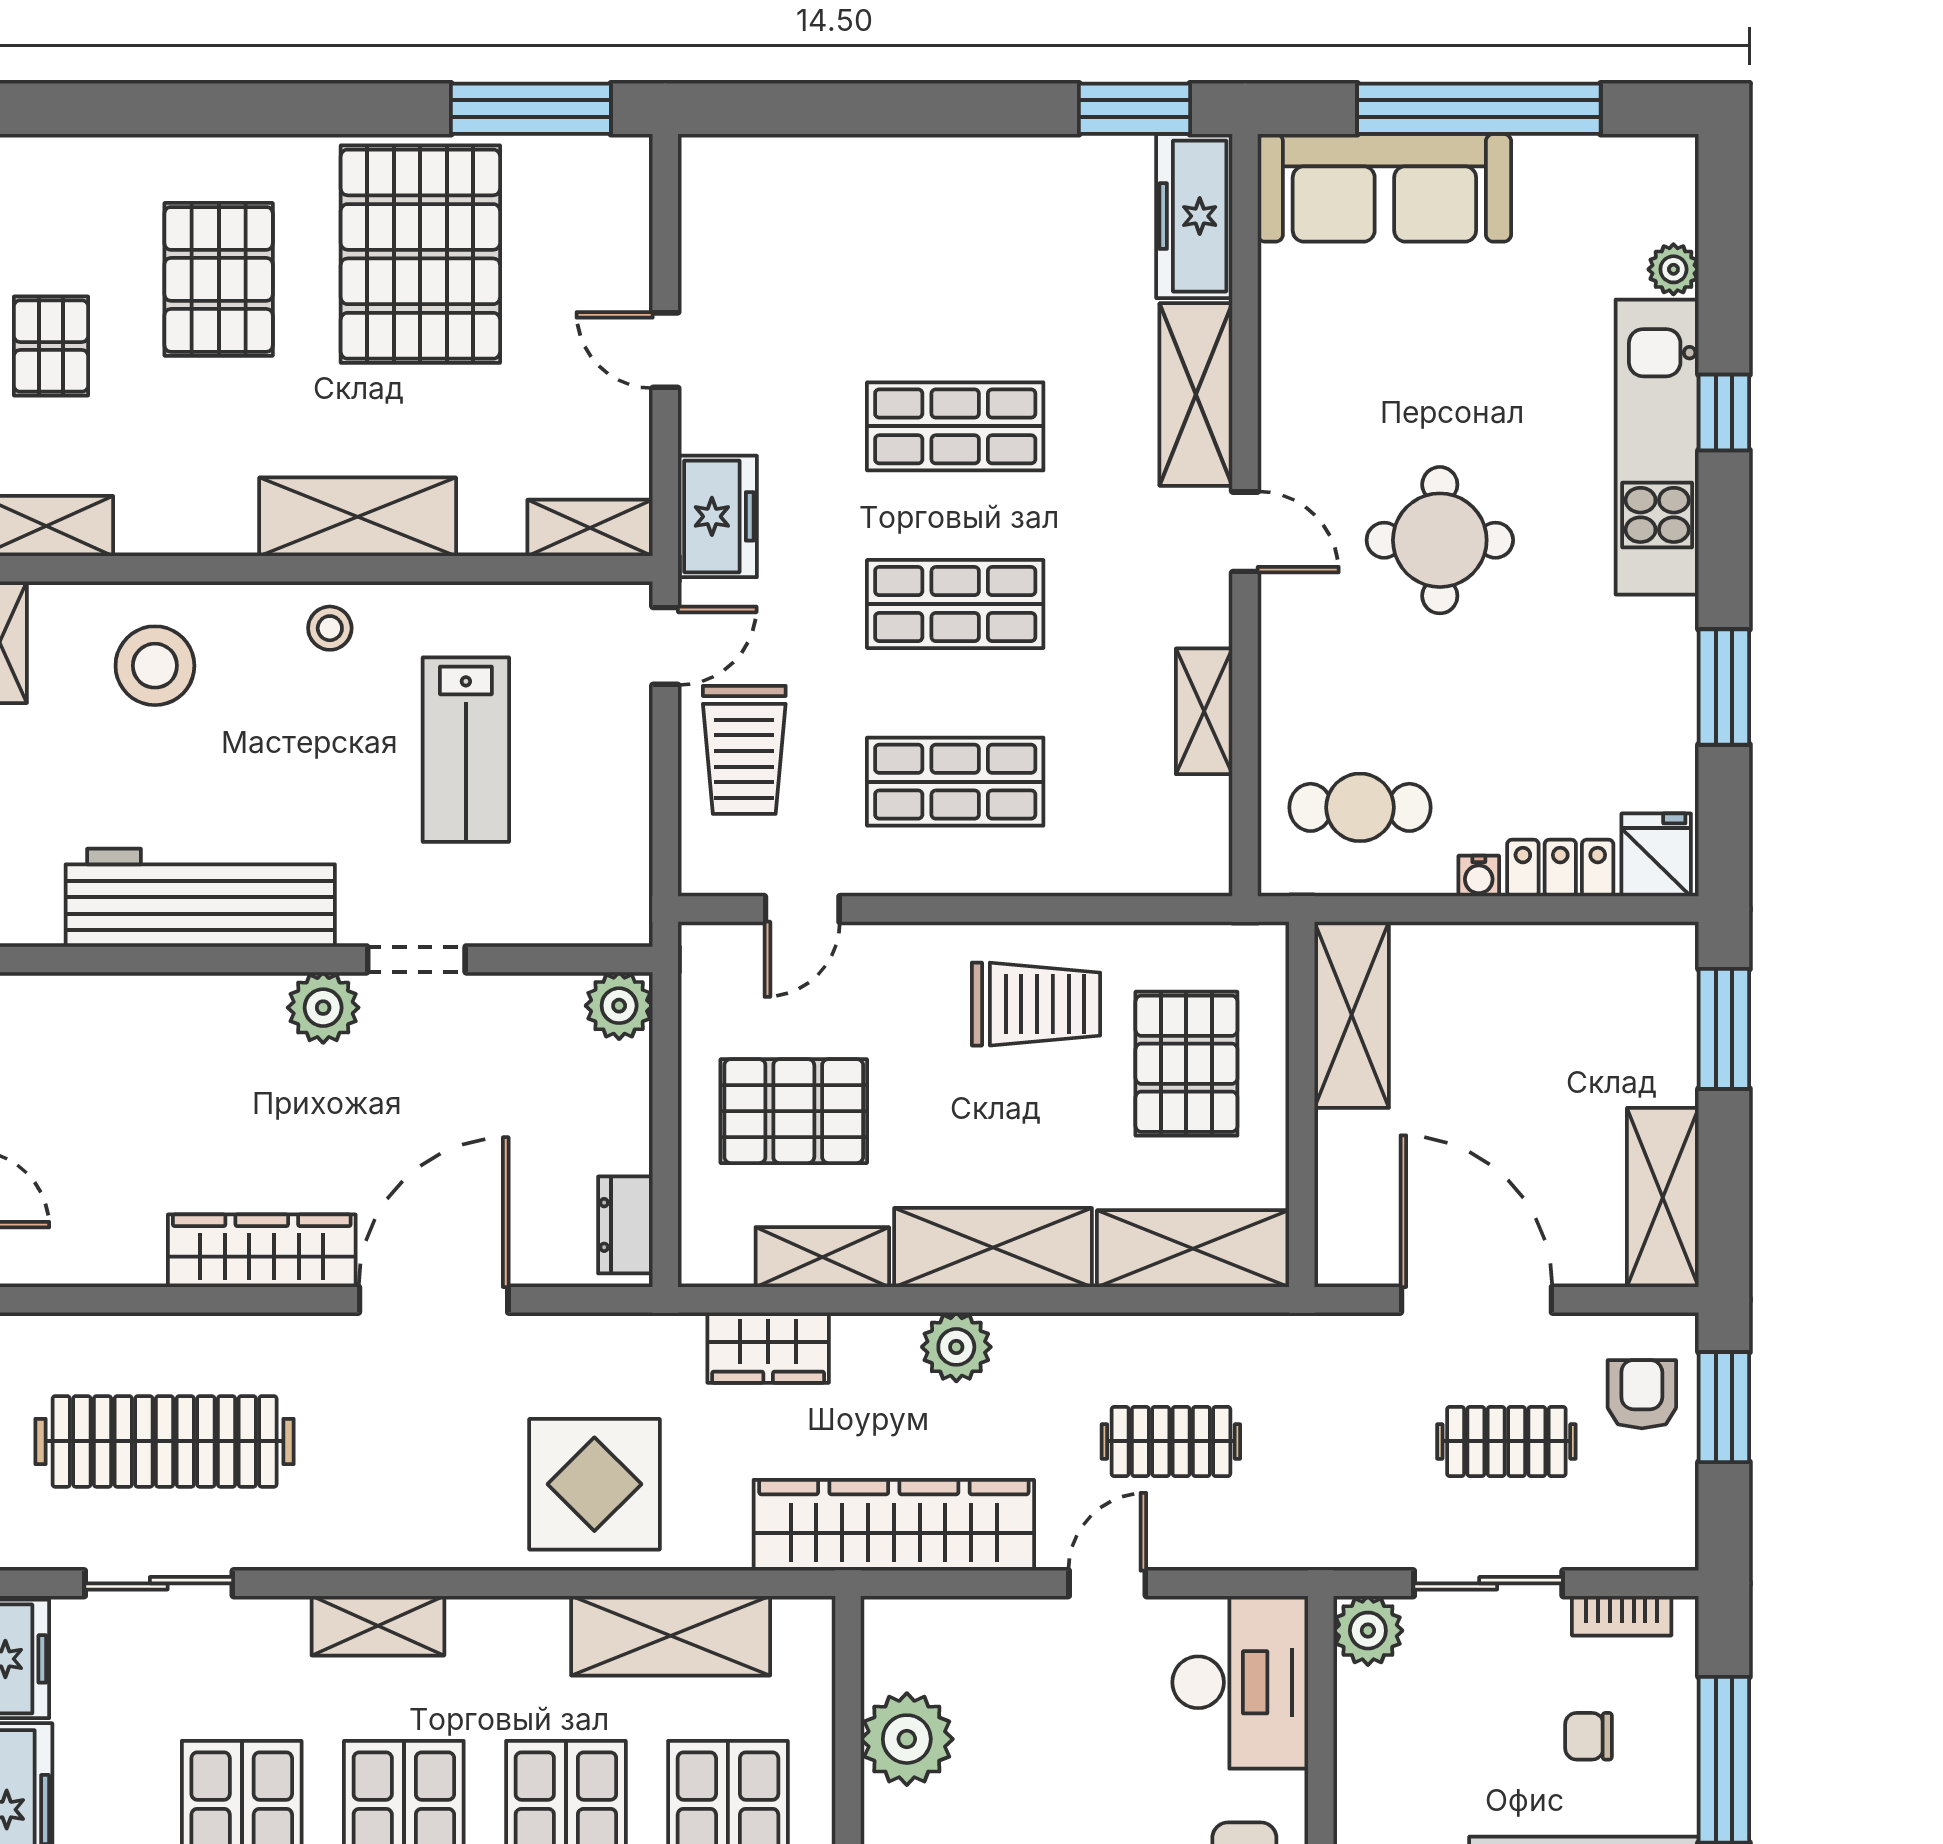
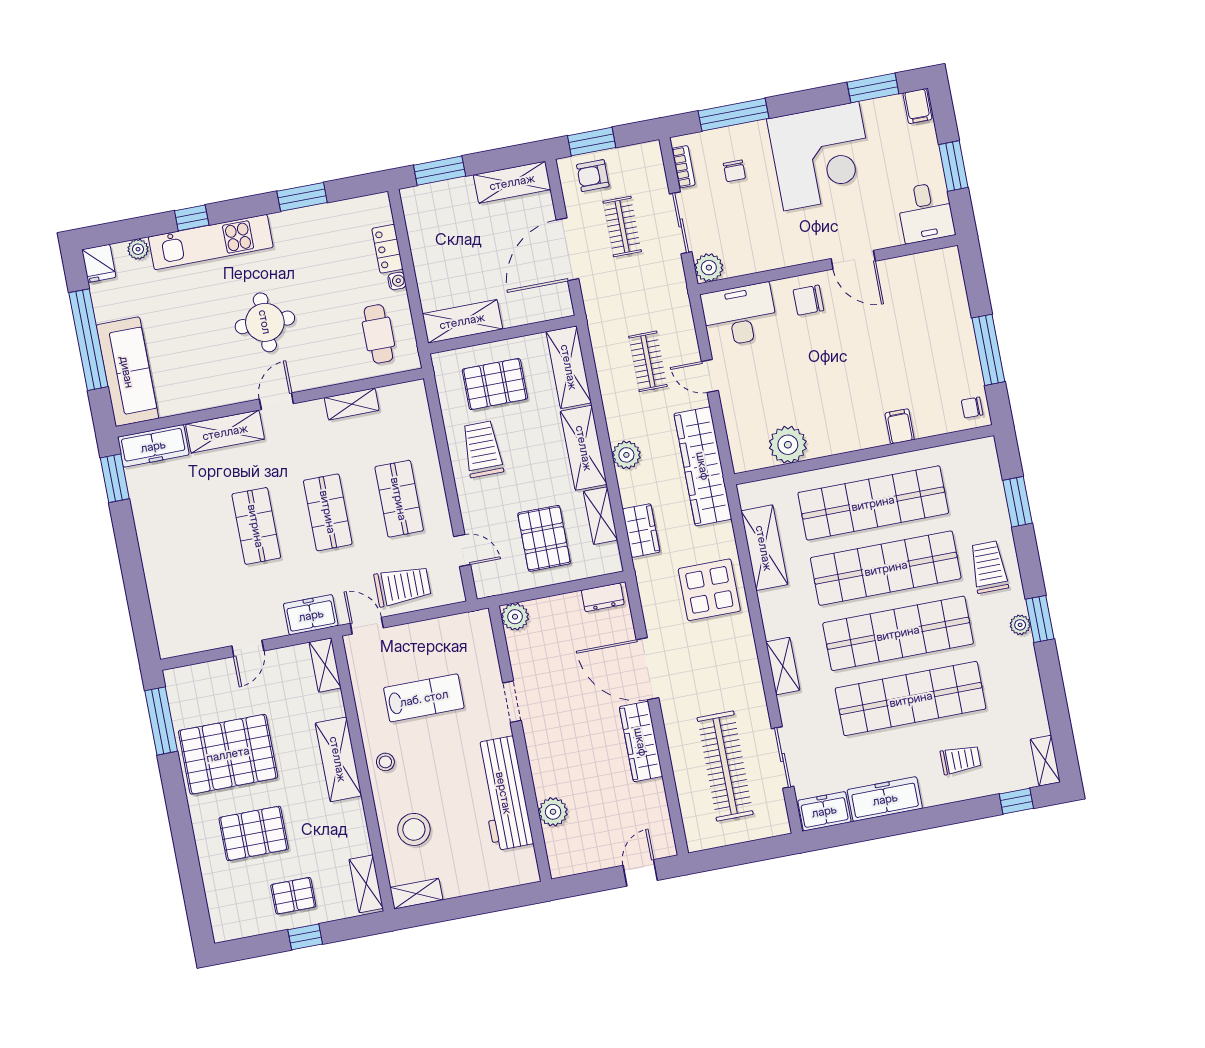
fridge: (1656, 855) -> (99, 263), moved, turned -90
plant: (323, 1008) -> (553, 812), moved

